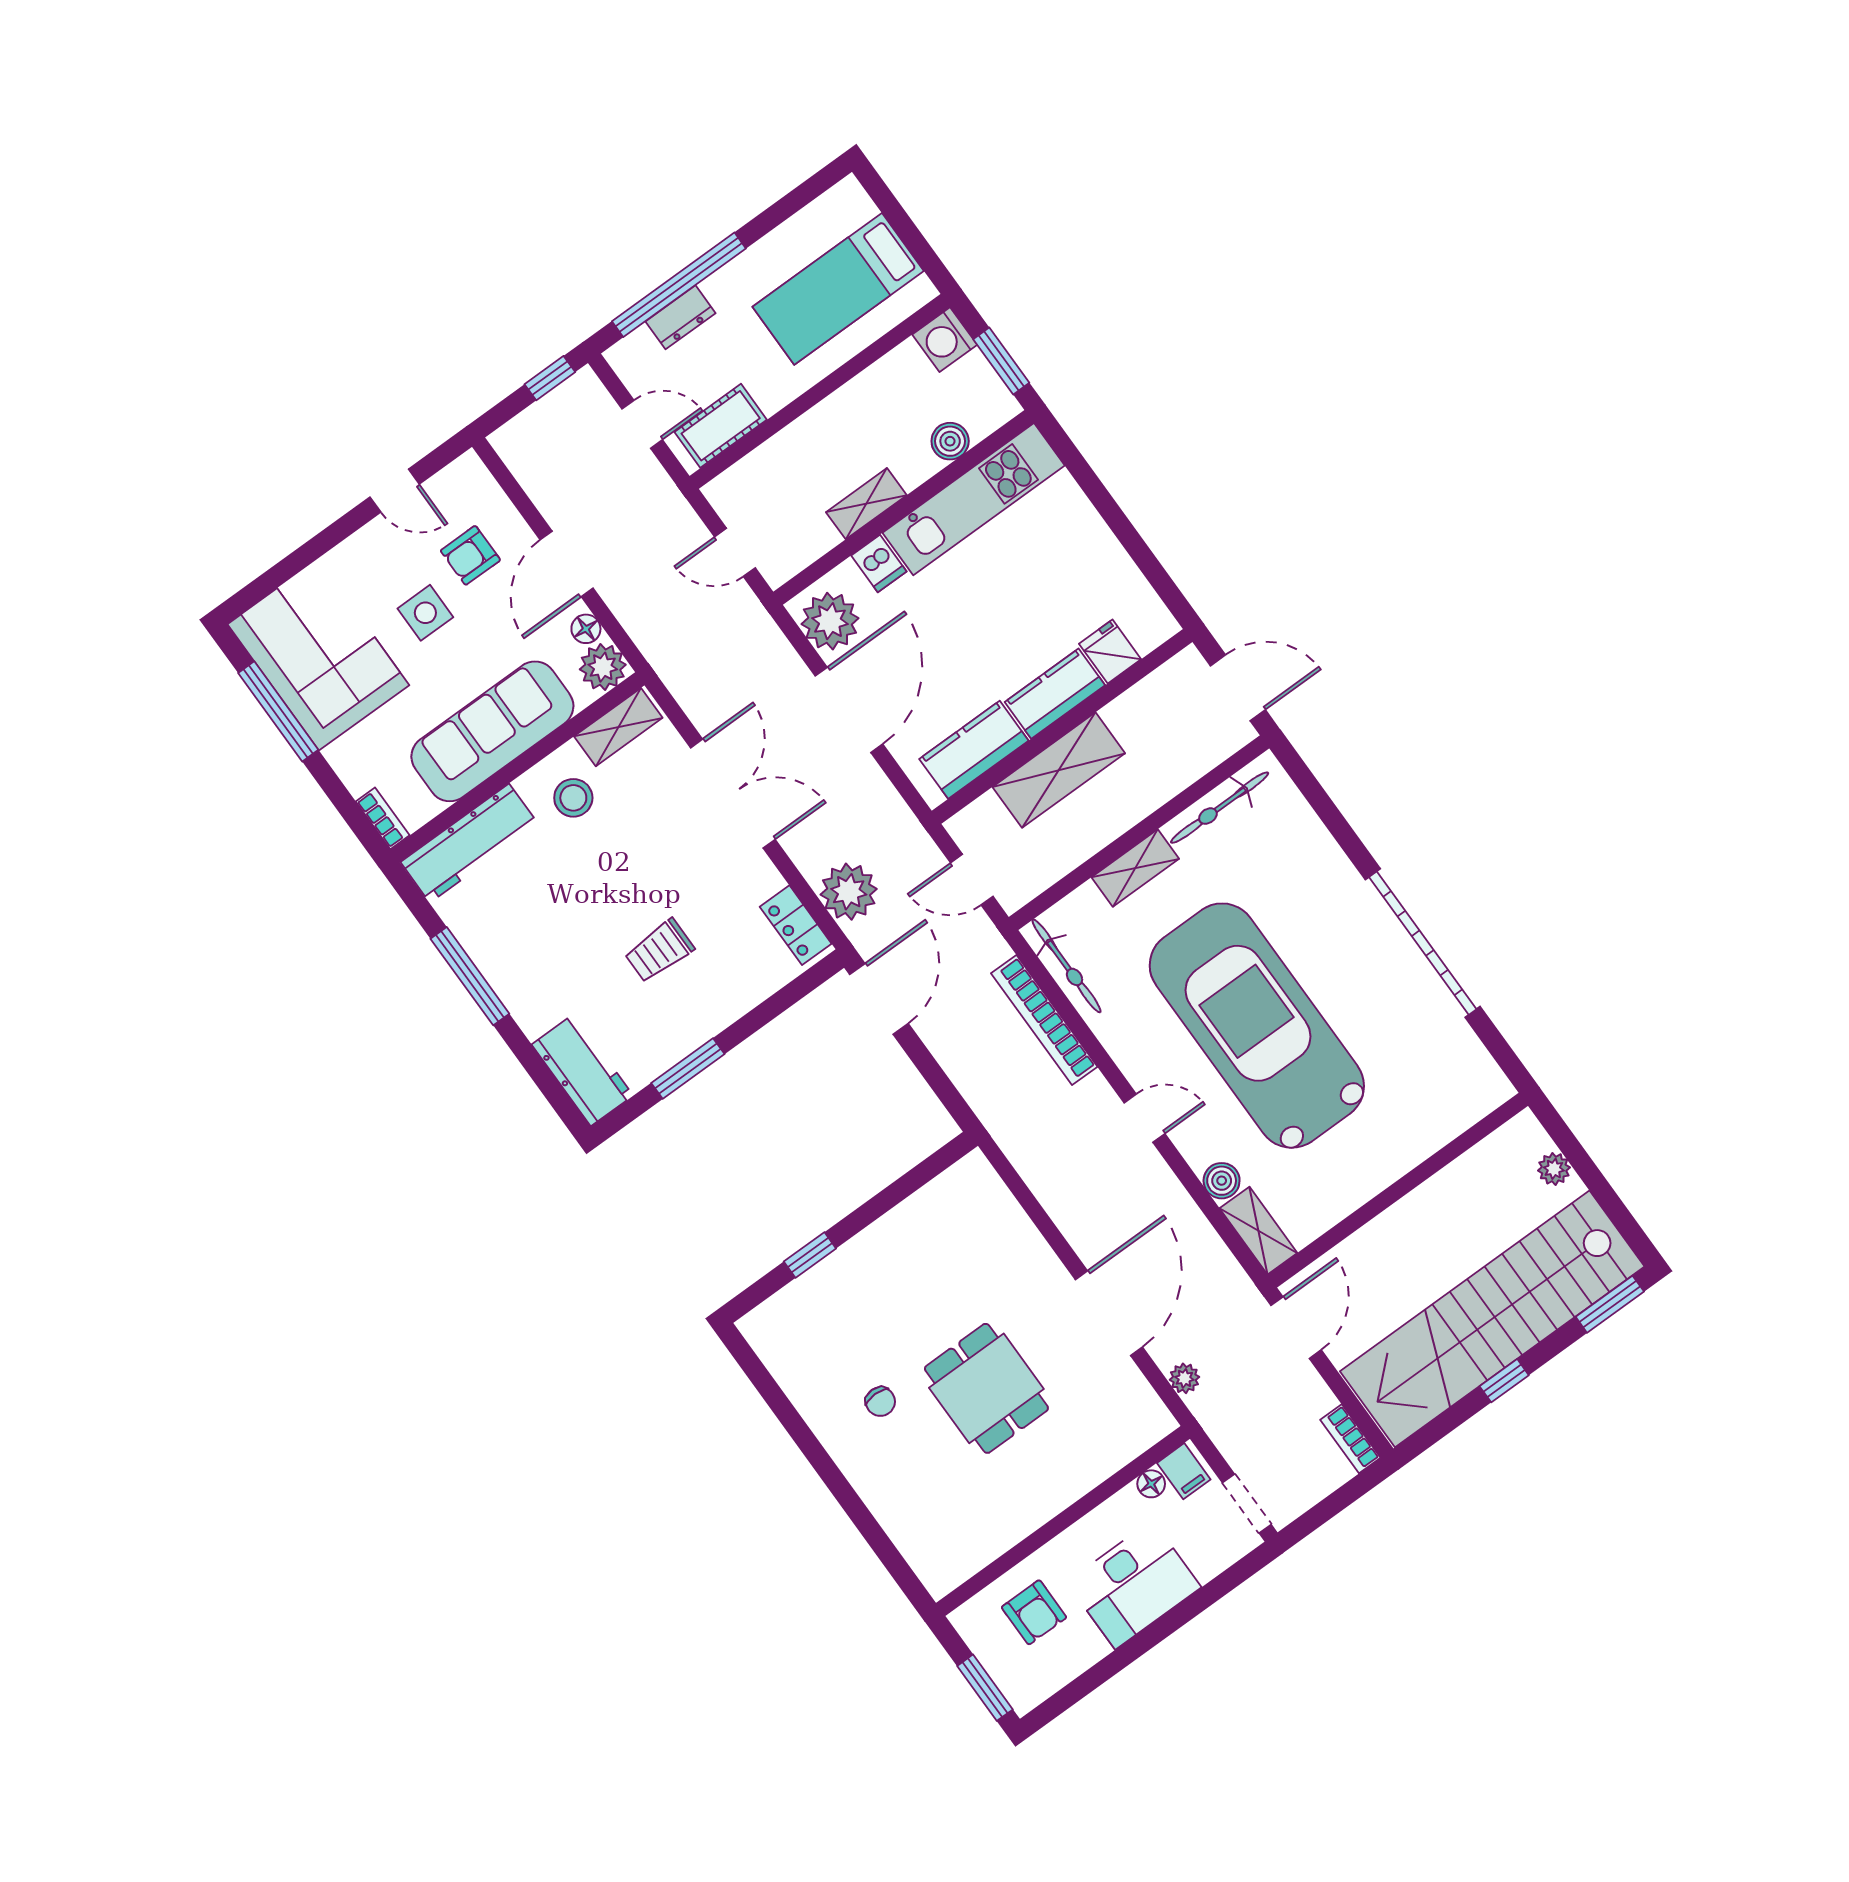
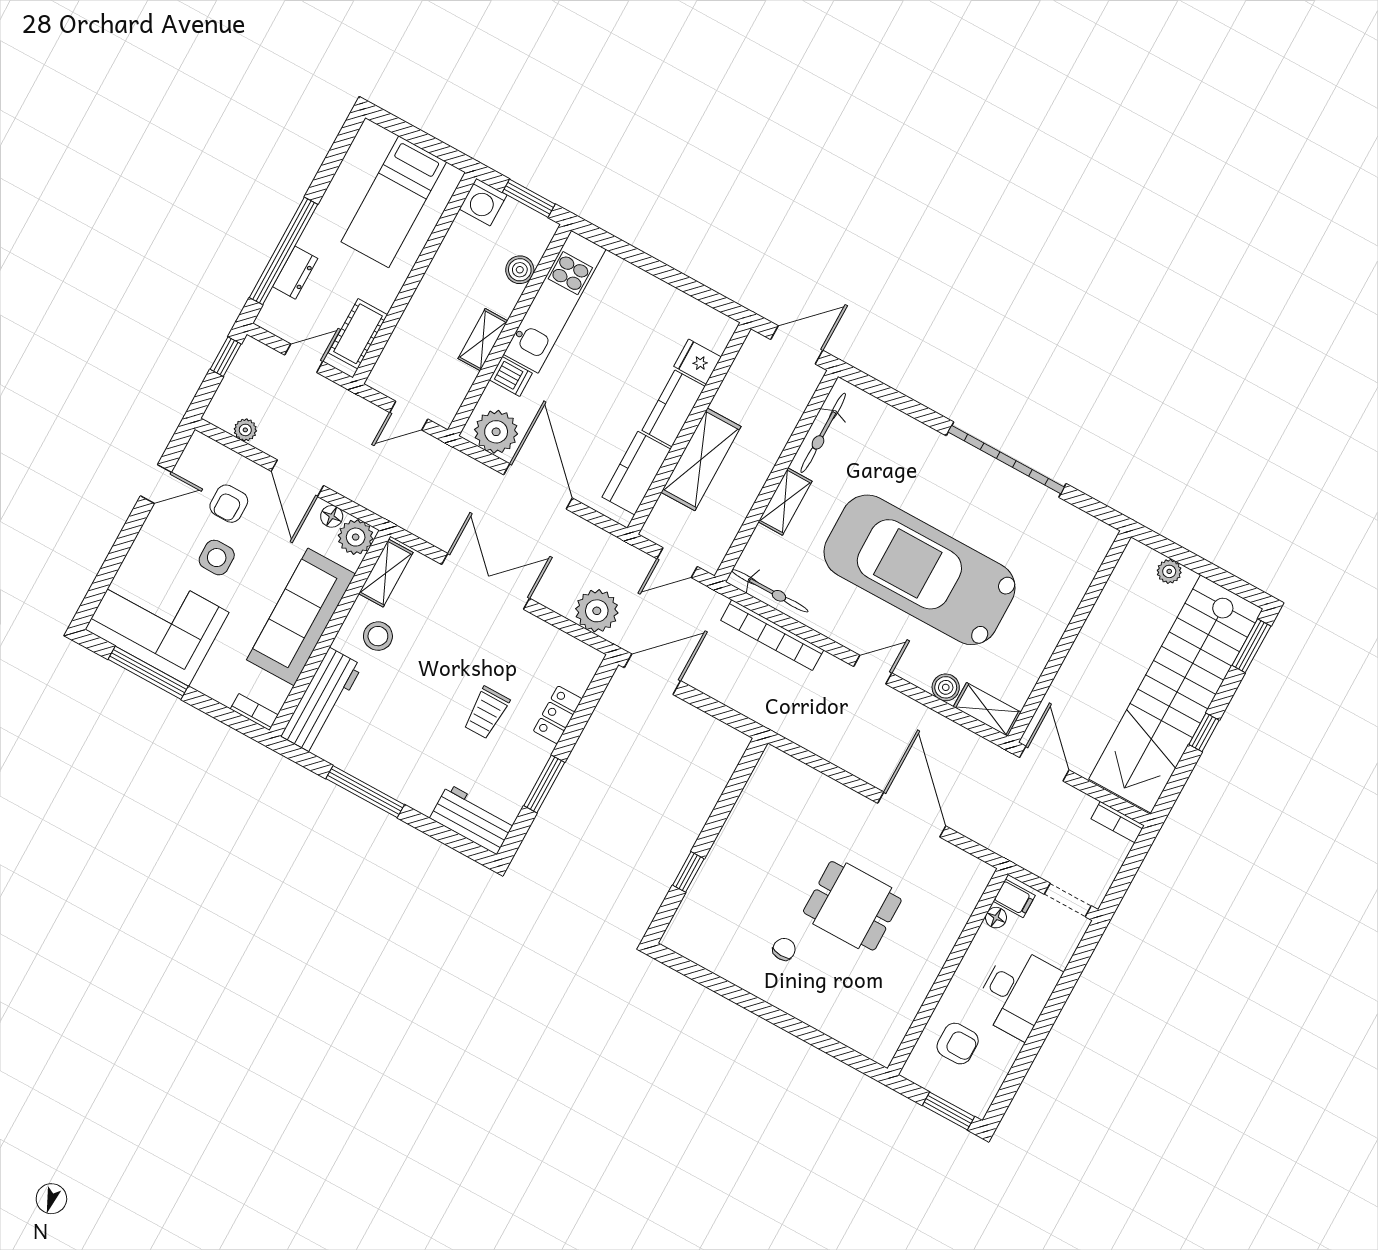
locker: (796, 925) -> (558, 715), moved, turned 90
door: (879, 999) -> (652, 674), hinge flipped
plant: (1184, 1378) -> (245, 430), moved
chair: (880, 1402) -> (784, 949), turned -88

